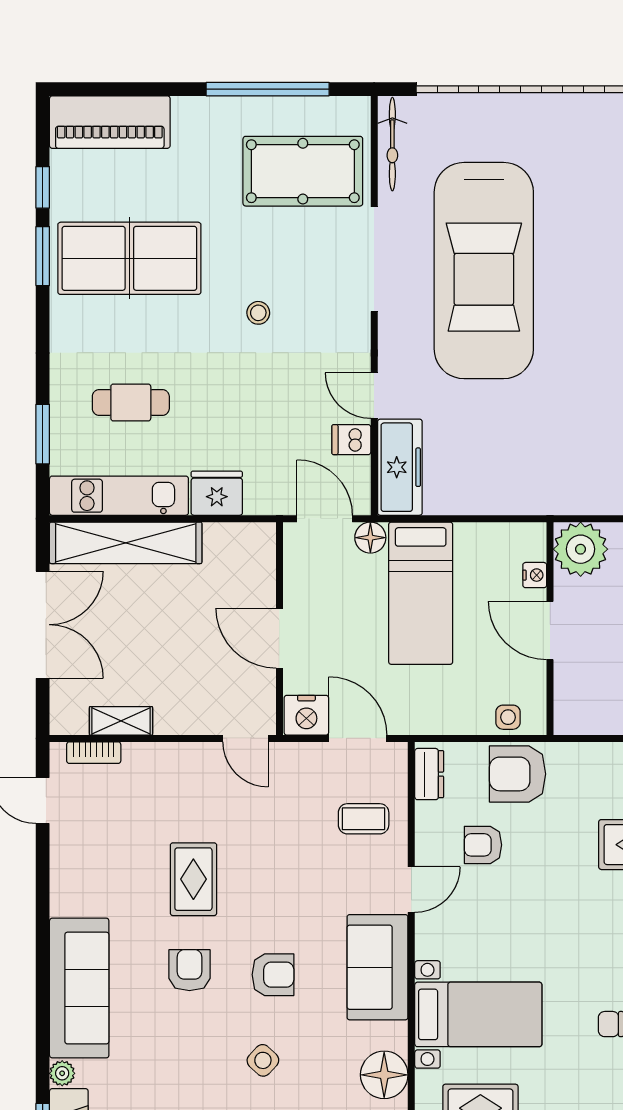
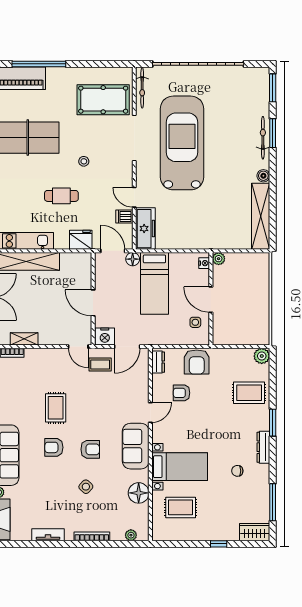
window: (268, 89) -> (39, 64), moved
car: (484, 271) -> (182, 143), turned 180
cafe table: (131, 402) -> (61, 196), moved
fridge: (217, 493) -> (81, 240), moved
plant: (581, 549) -> (219, 259), width x0.53, depth x0.53
nightstand: (535, 575) -> (204, 263), moved
side table: (508, 717) -> (195, 322), moved
door: (358, 738) -> (127, 347), swing flipped
armchair: (518, 774) -> (197, 362), turned -90
coffee table: (364, 819) -> (100, 365), moved
armchair: (189, 970) -> (54, 447), turned -90

